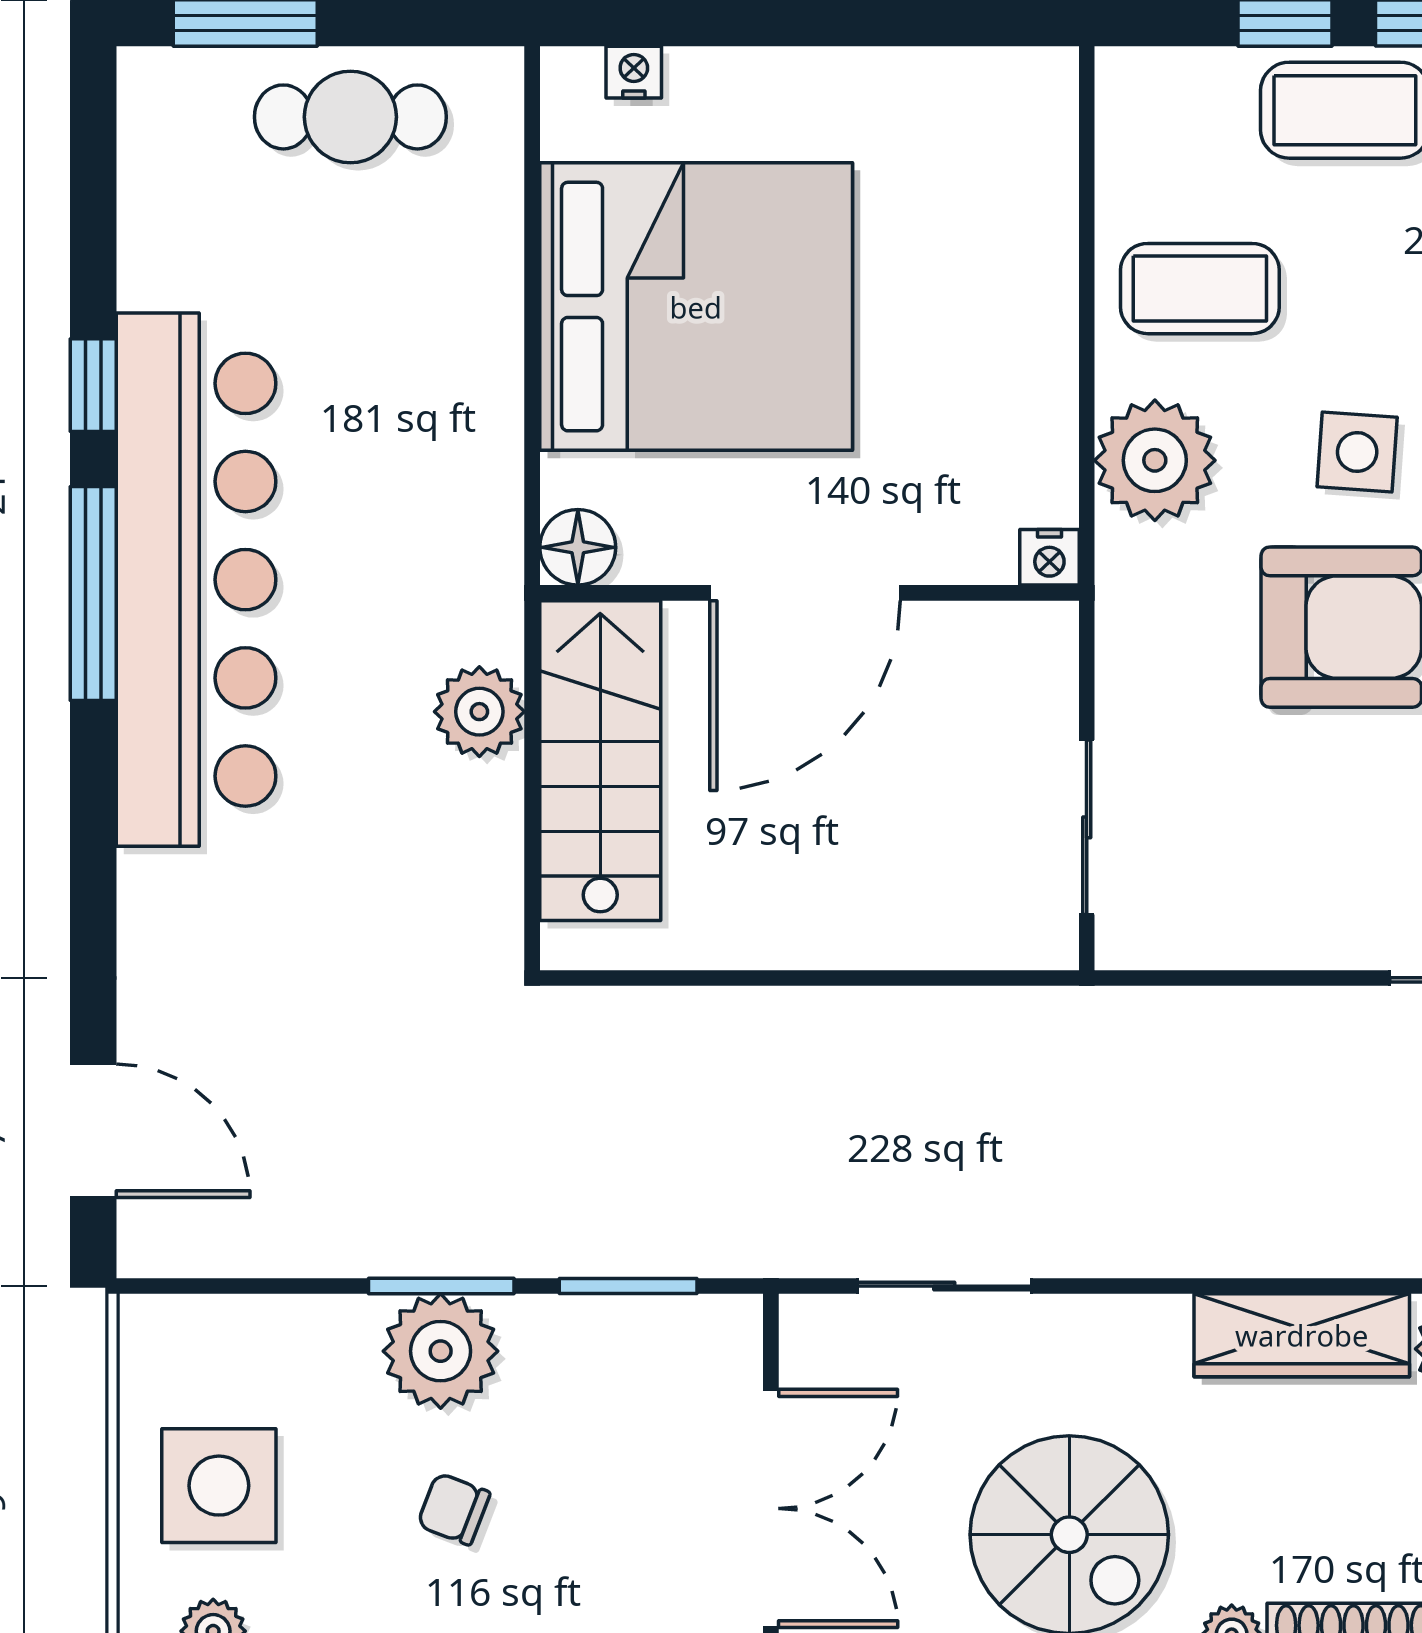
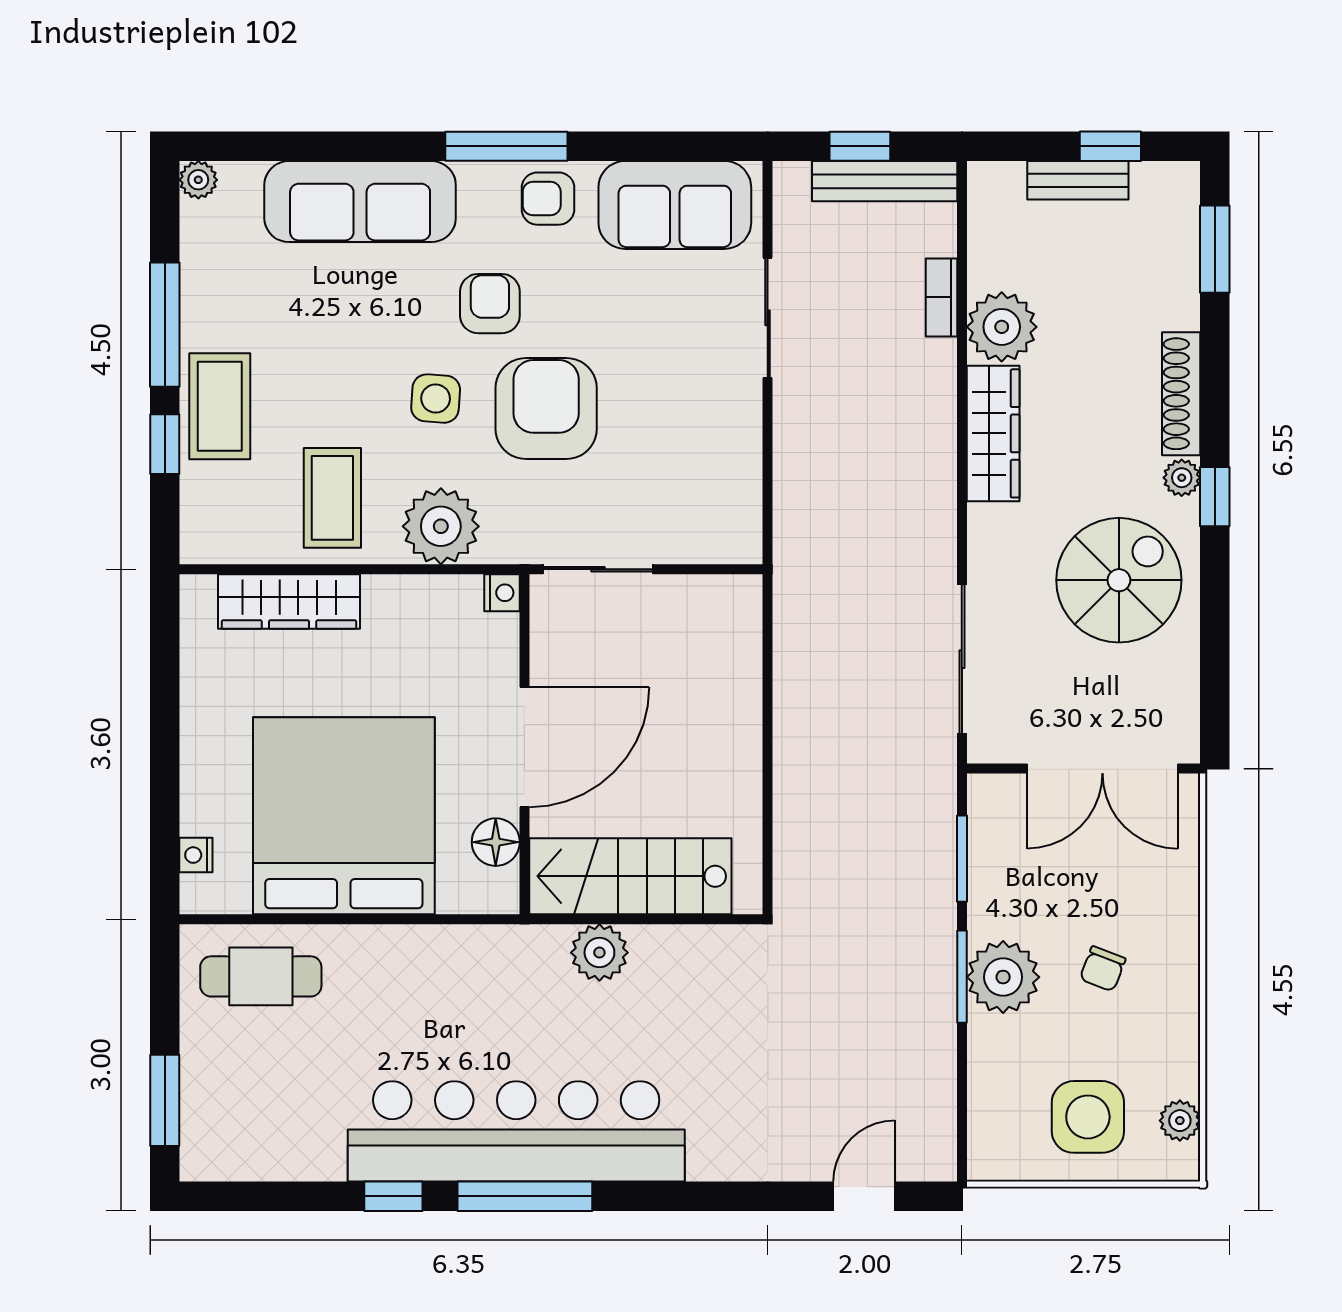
cafe table: (350, 117) -> (261, 976), moved, turned 90
wardrobe: (1036, 220) -> (289, 601), added
floor lamp: (578, 547) -> (496, 842), moved
door: (805, 593) -> (524, 747), hinge flipped
sliding door: (1087, 827) -> (598, 569), moved
door: (93, 1131) -> (864, 1196), width x0.73
sliding door: (944, 1286) -> (962, 659), width x1.37
double door: (771, 1508) -> (1102, 769), swing flipped

